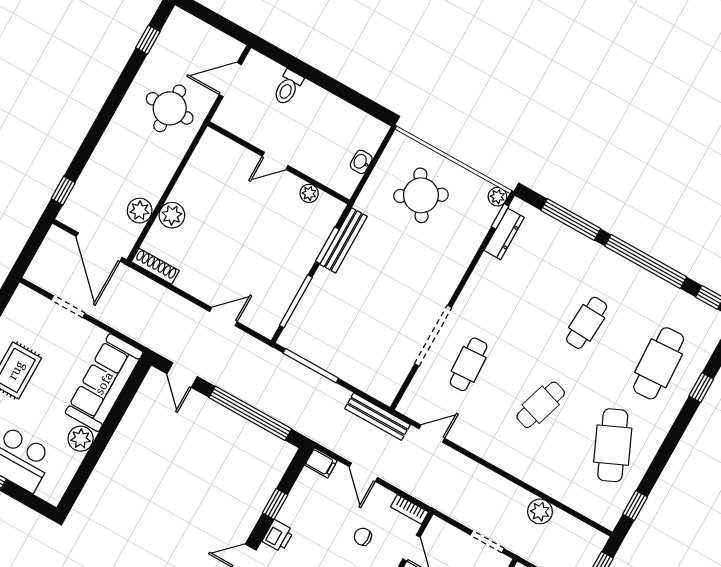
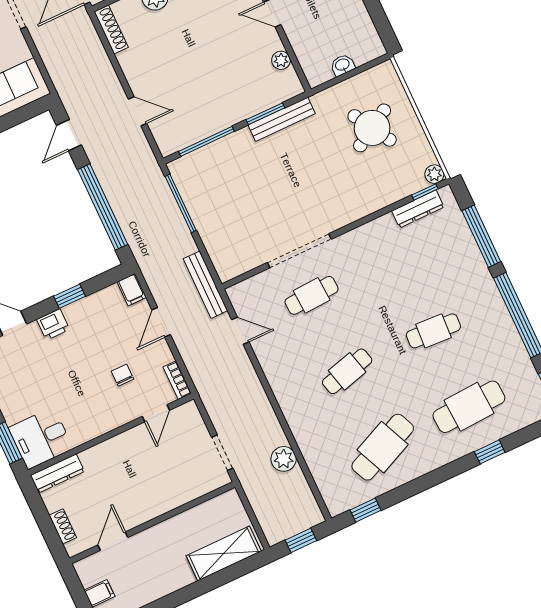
cafe table: (541, 405) -> (347, 371), turned -33

